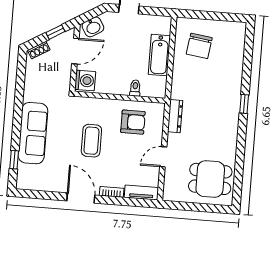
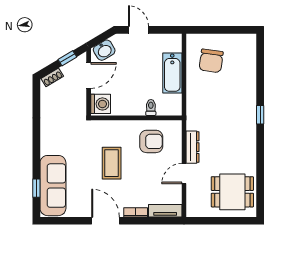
dresser: (175, 116) -> (193, 147), moved
sofa: (33, 133) -> (53, 186), moved

